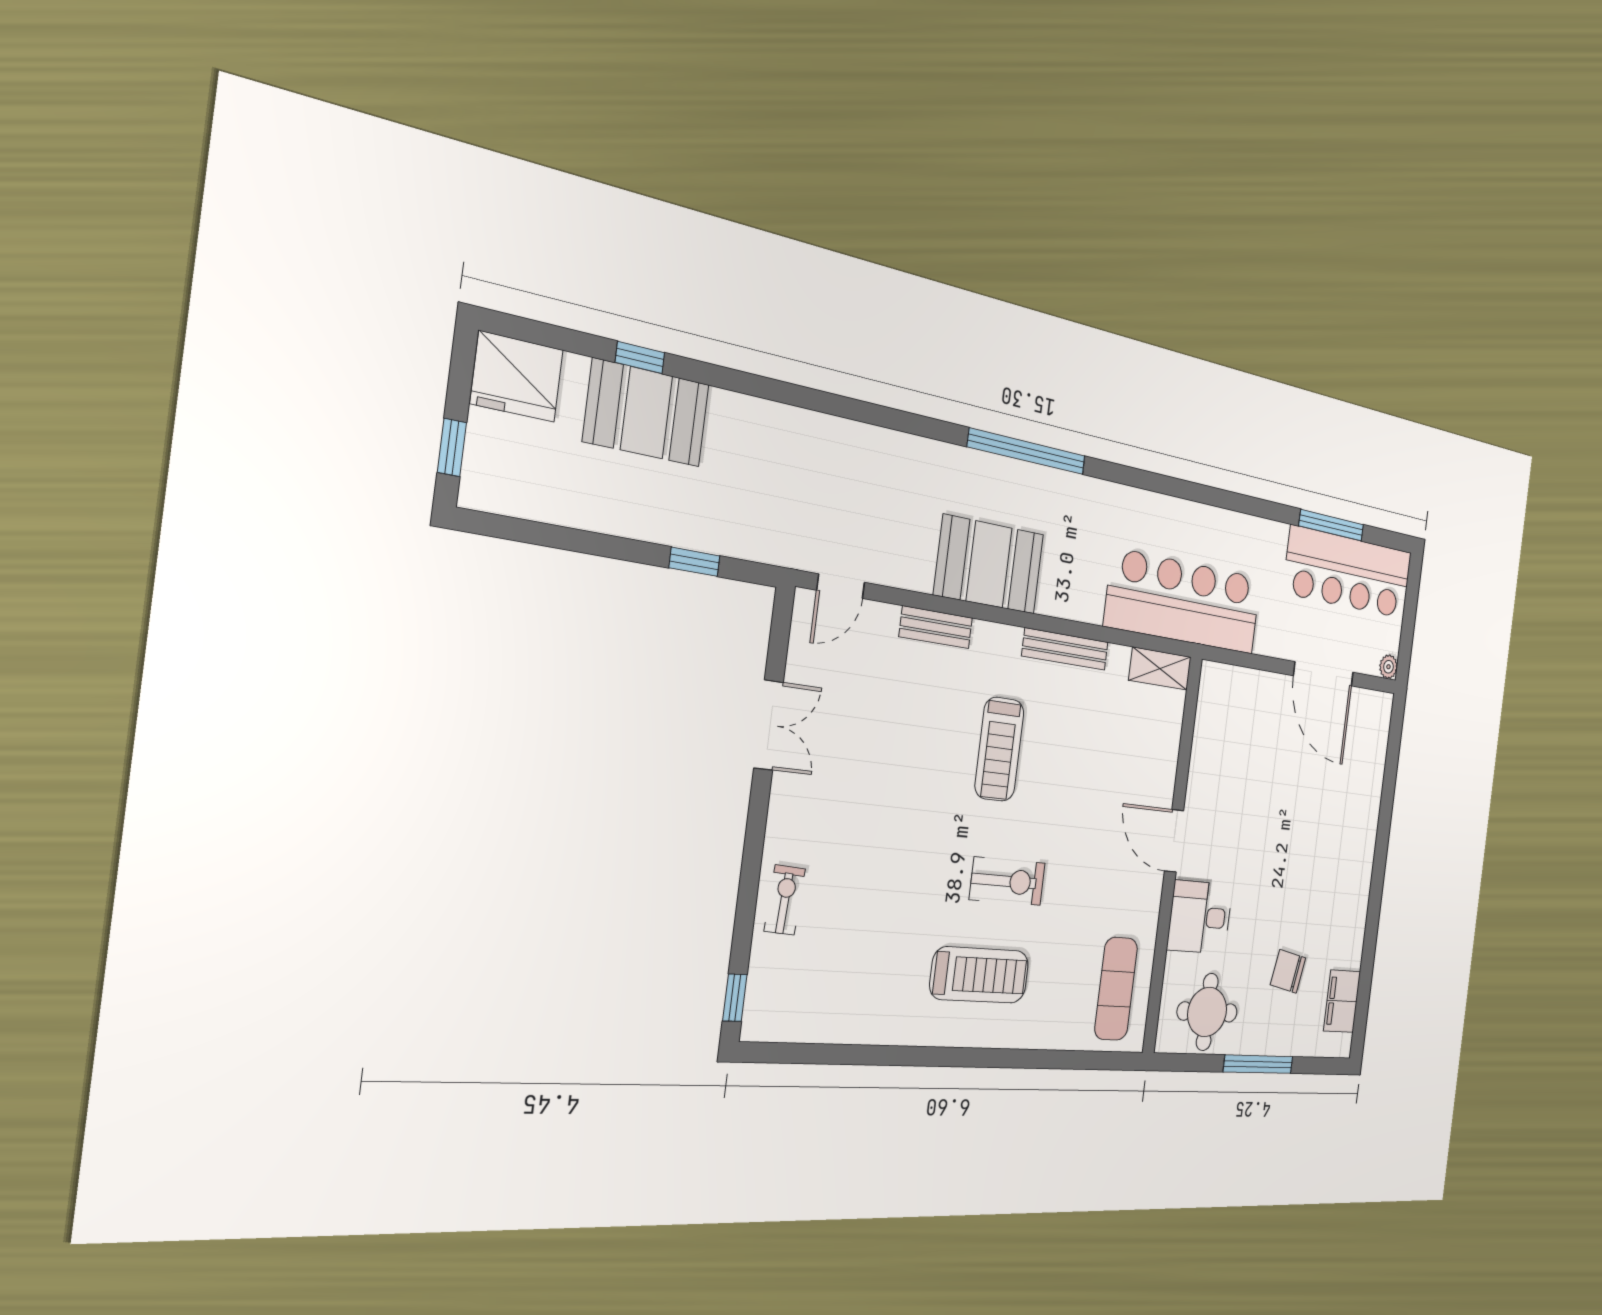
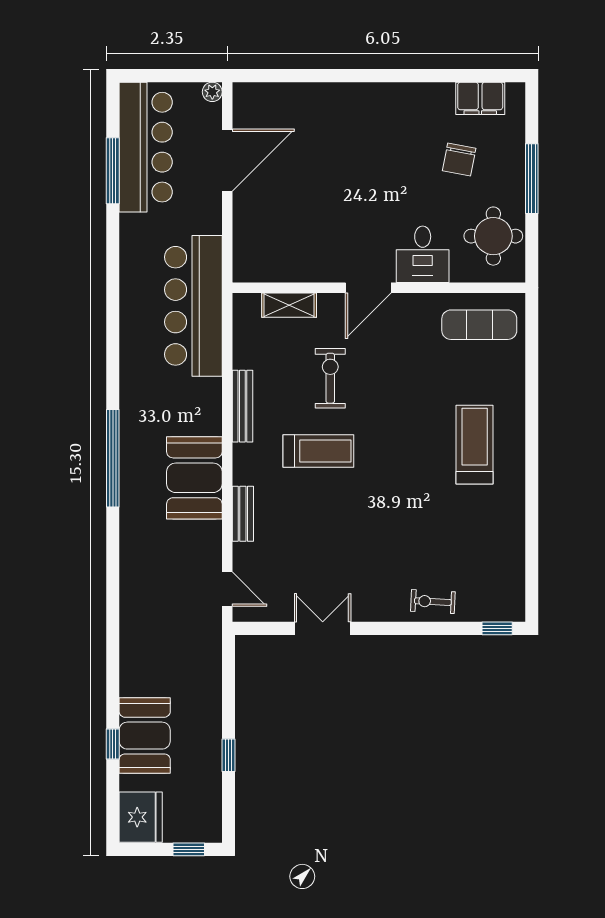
window: (694, 562) -> (228, 755), moved
shelving: (1160, 669) -> (289, 305), moved, turned 90
exercise bike: (1007, 881) -> (330, 378), moved

